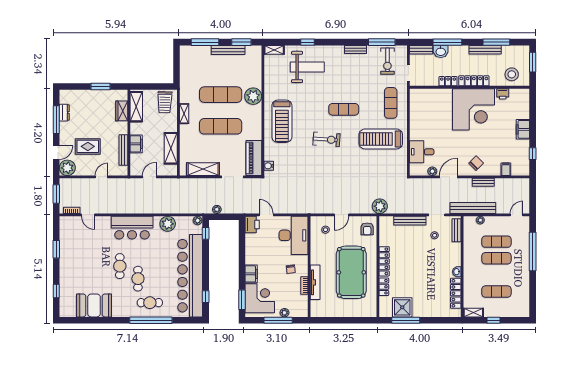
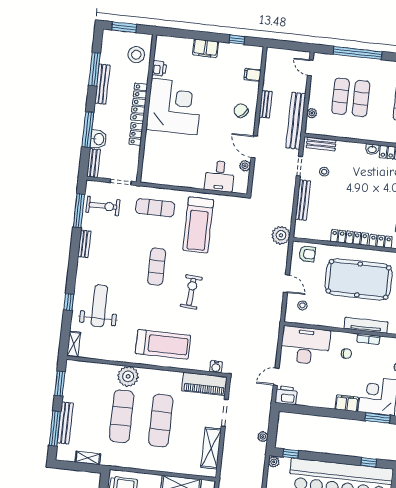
bench: (228, 50) -> (65, 423), moved
shelving: (184, 114) -> (88, 458), moved

